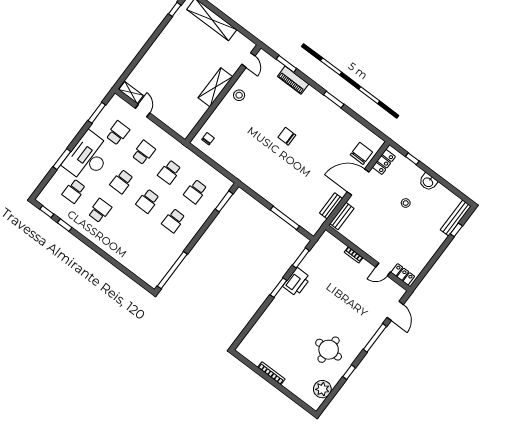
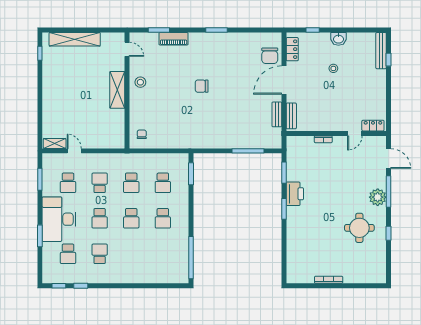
school desk: (118, 133) -> (68, 183), turned 180
chair: (361, 153) -> (270, 56), turned 180
plant: (322, 389) -> (378, 197), moved

